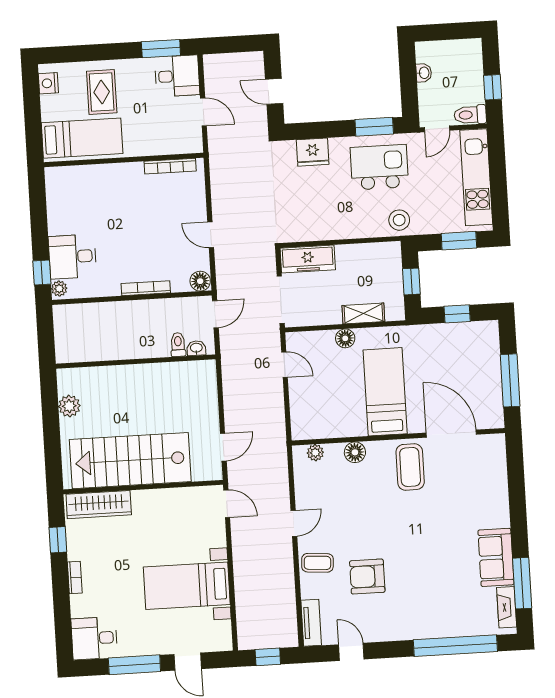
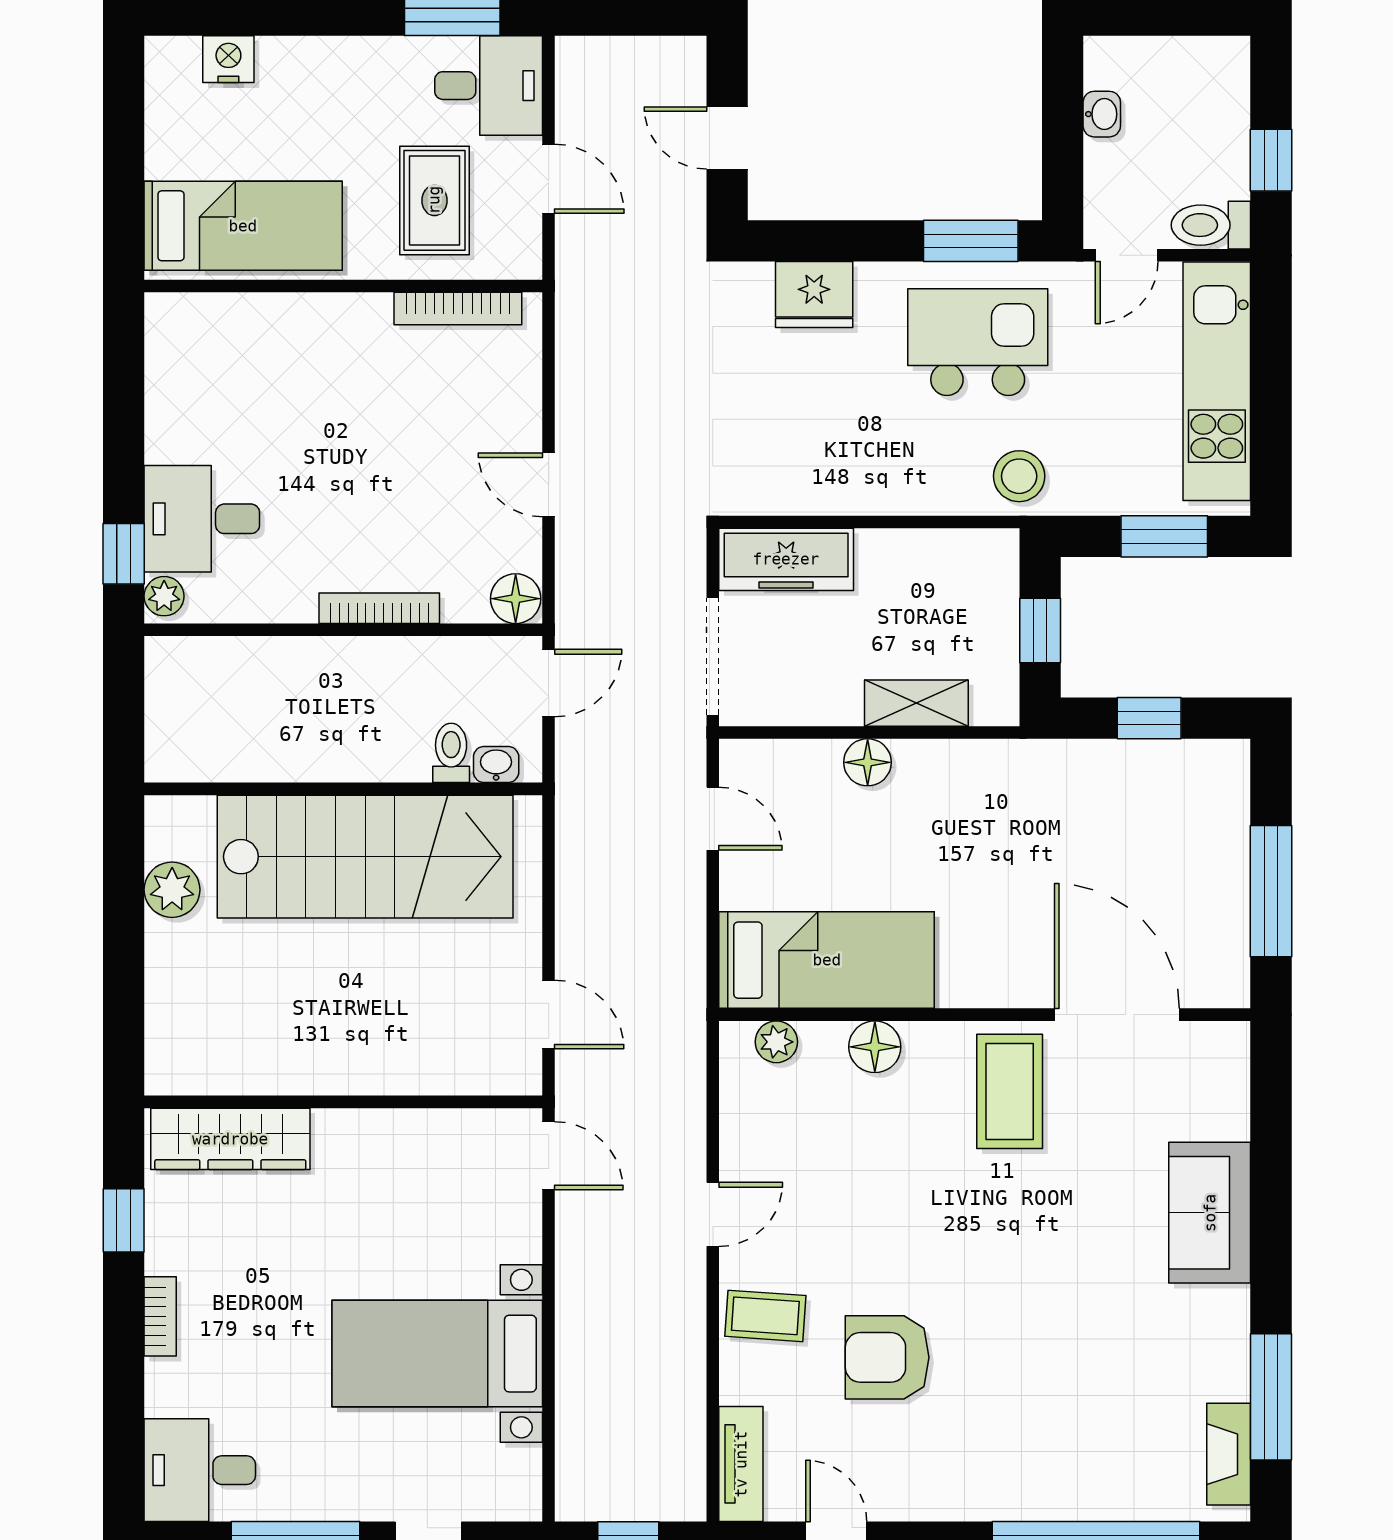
nightstand: (48, 83) -> (228, 59), moved, turned 90
rug: (102, 92) -> (434, 200), moved
bed: (385, 392) -> (827, 960), moved, turned 90
door: (223, 447) -> (549, 1015), hinge flipped
stairs: (130, 461) -> (365, 857), moved, turned 180
sofa: (496, 557) -> (1210, 1213), moved

